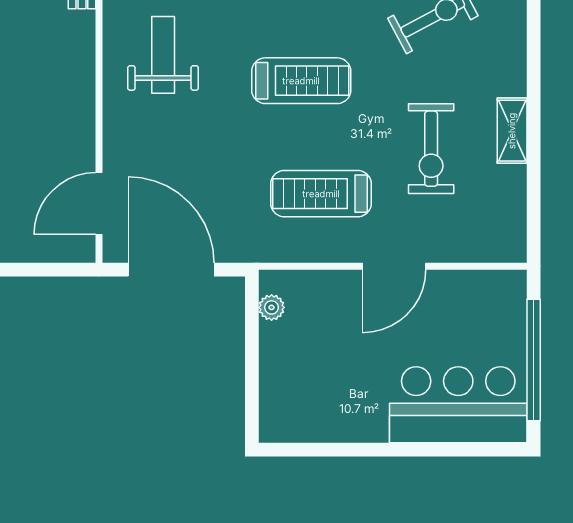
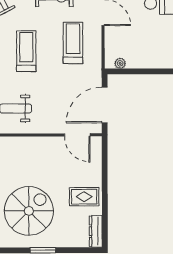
treadmill: (321, 194) -> (73, 43), turned 180

